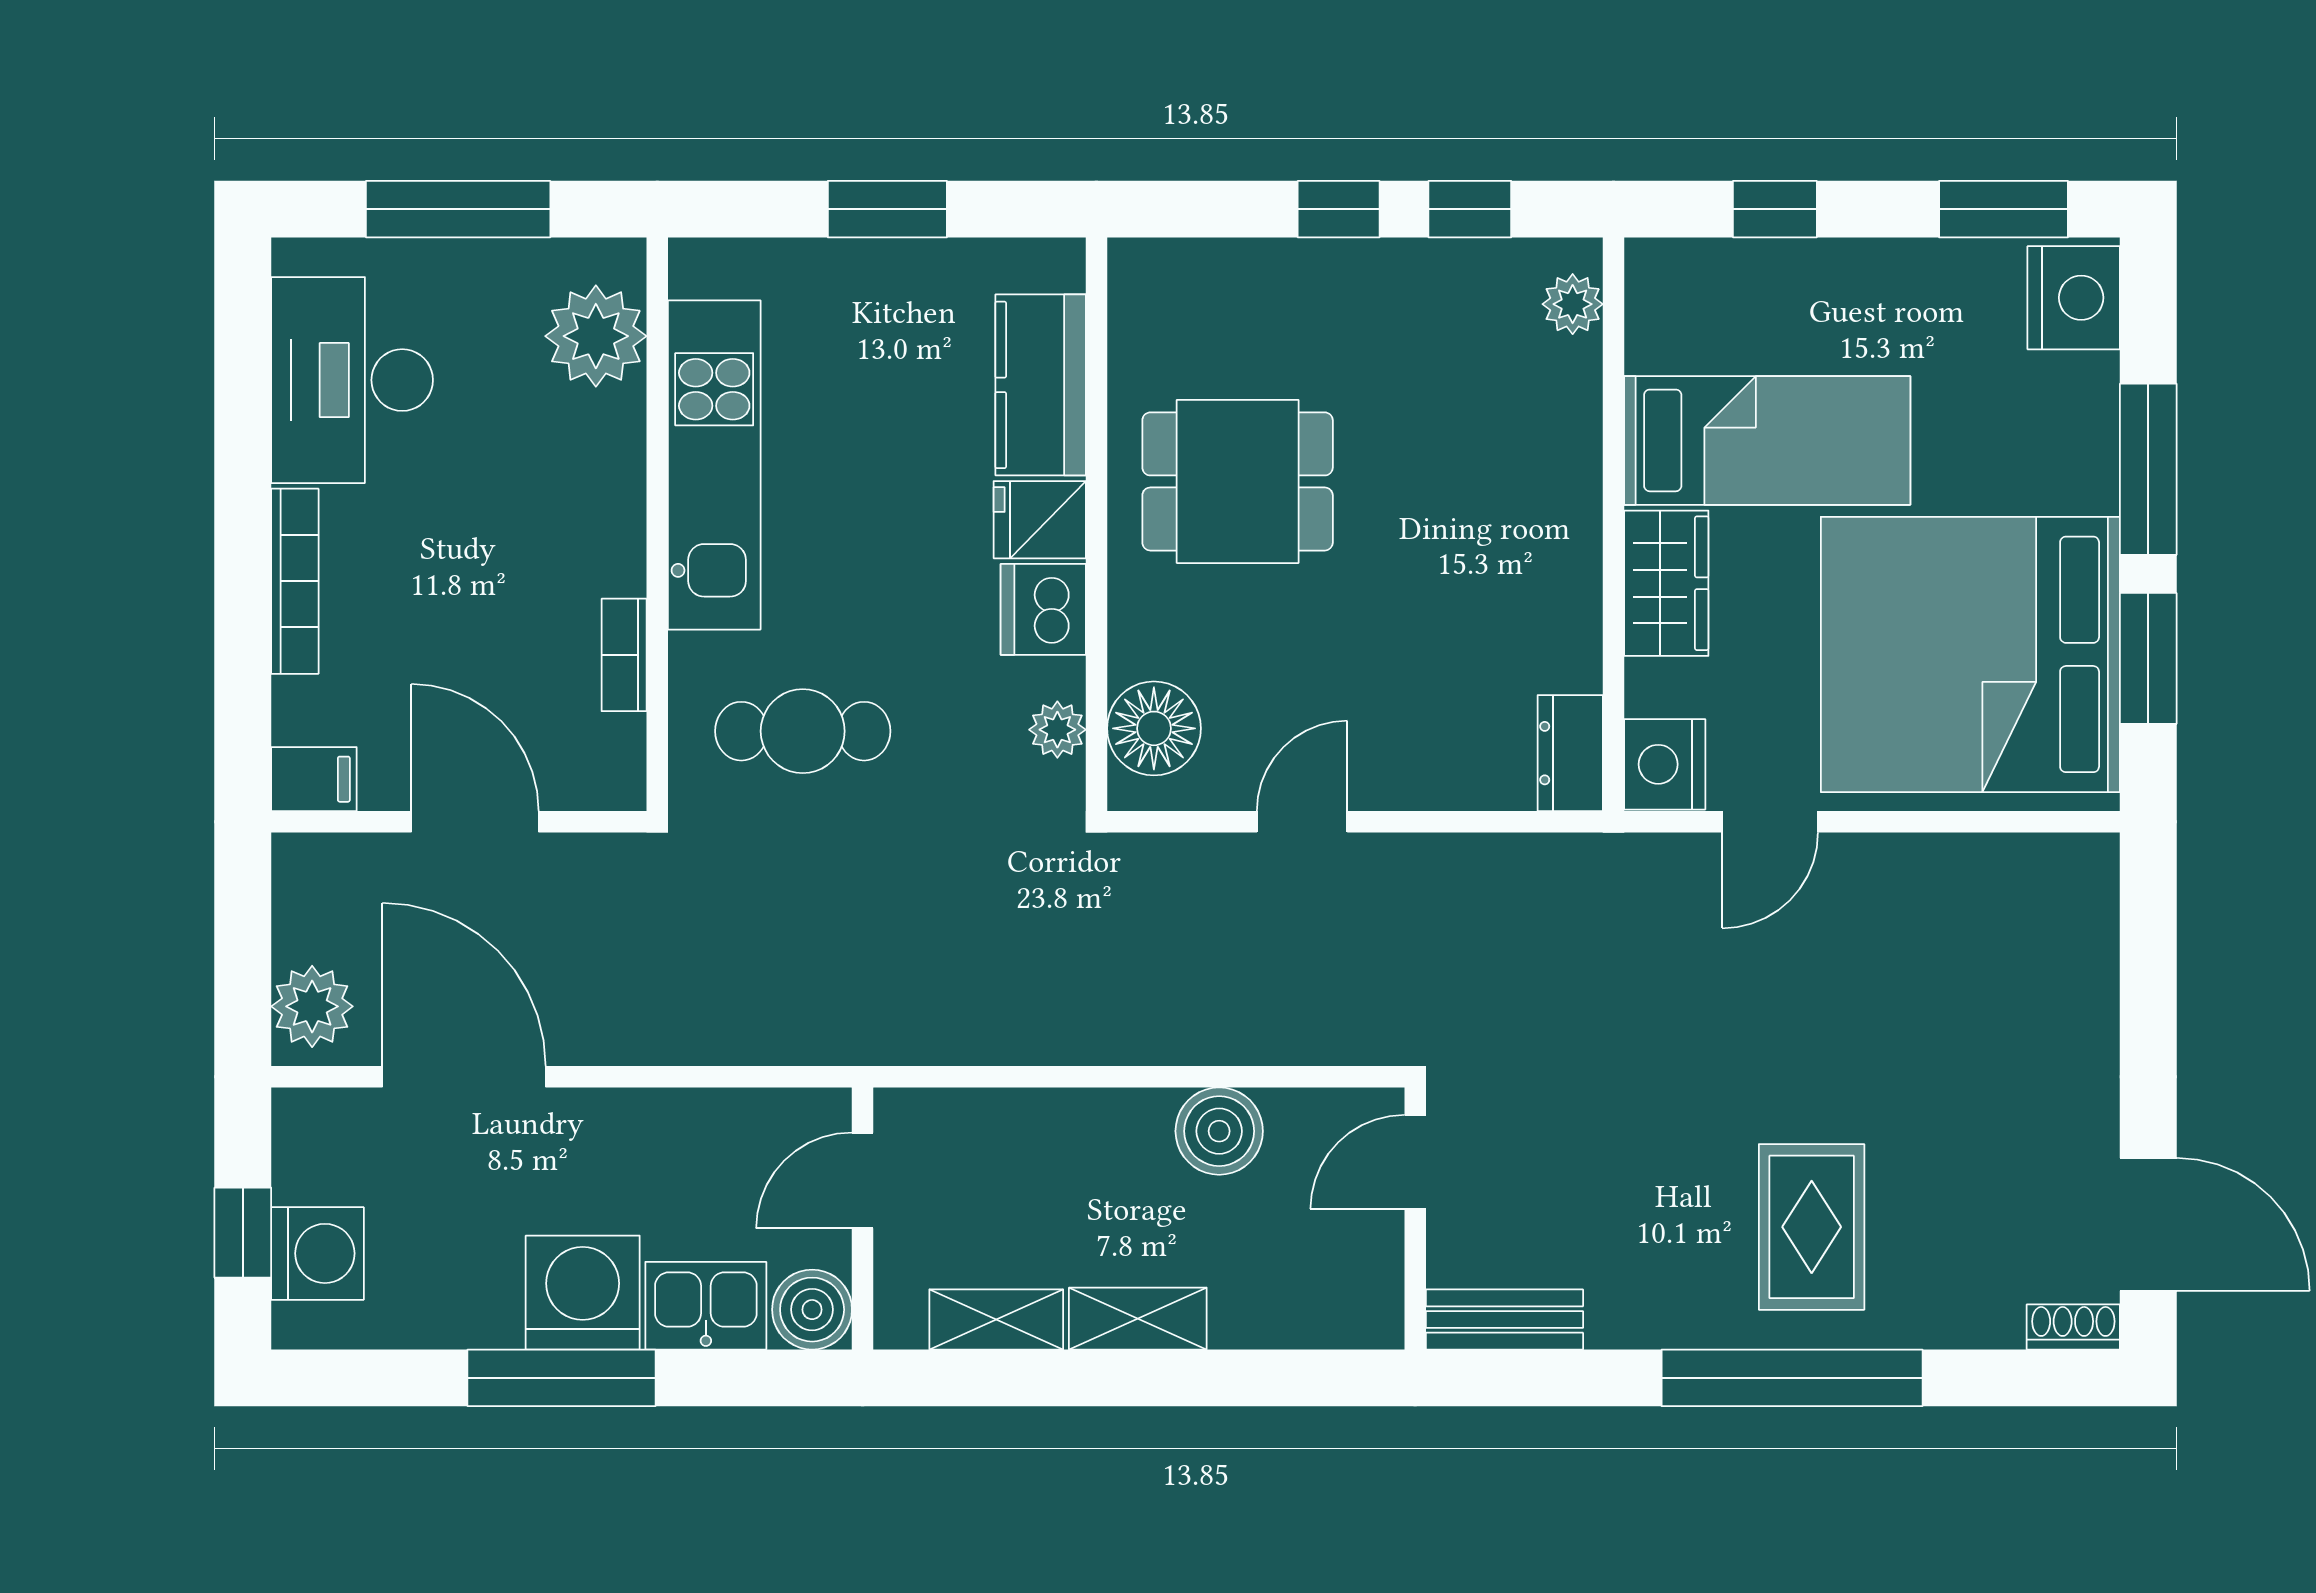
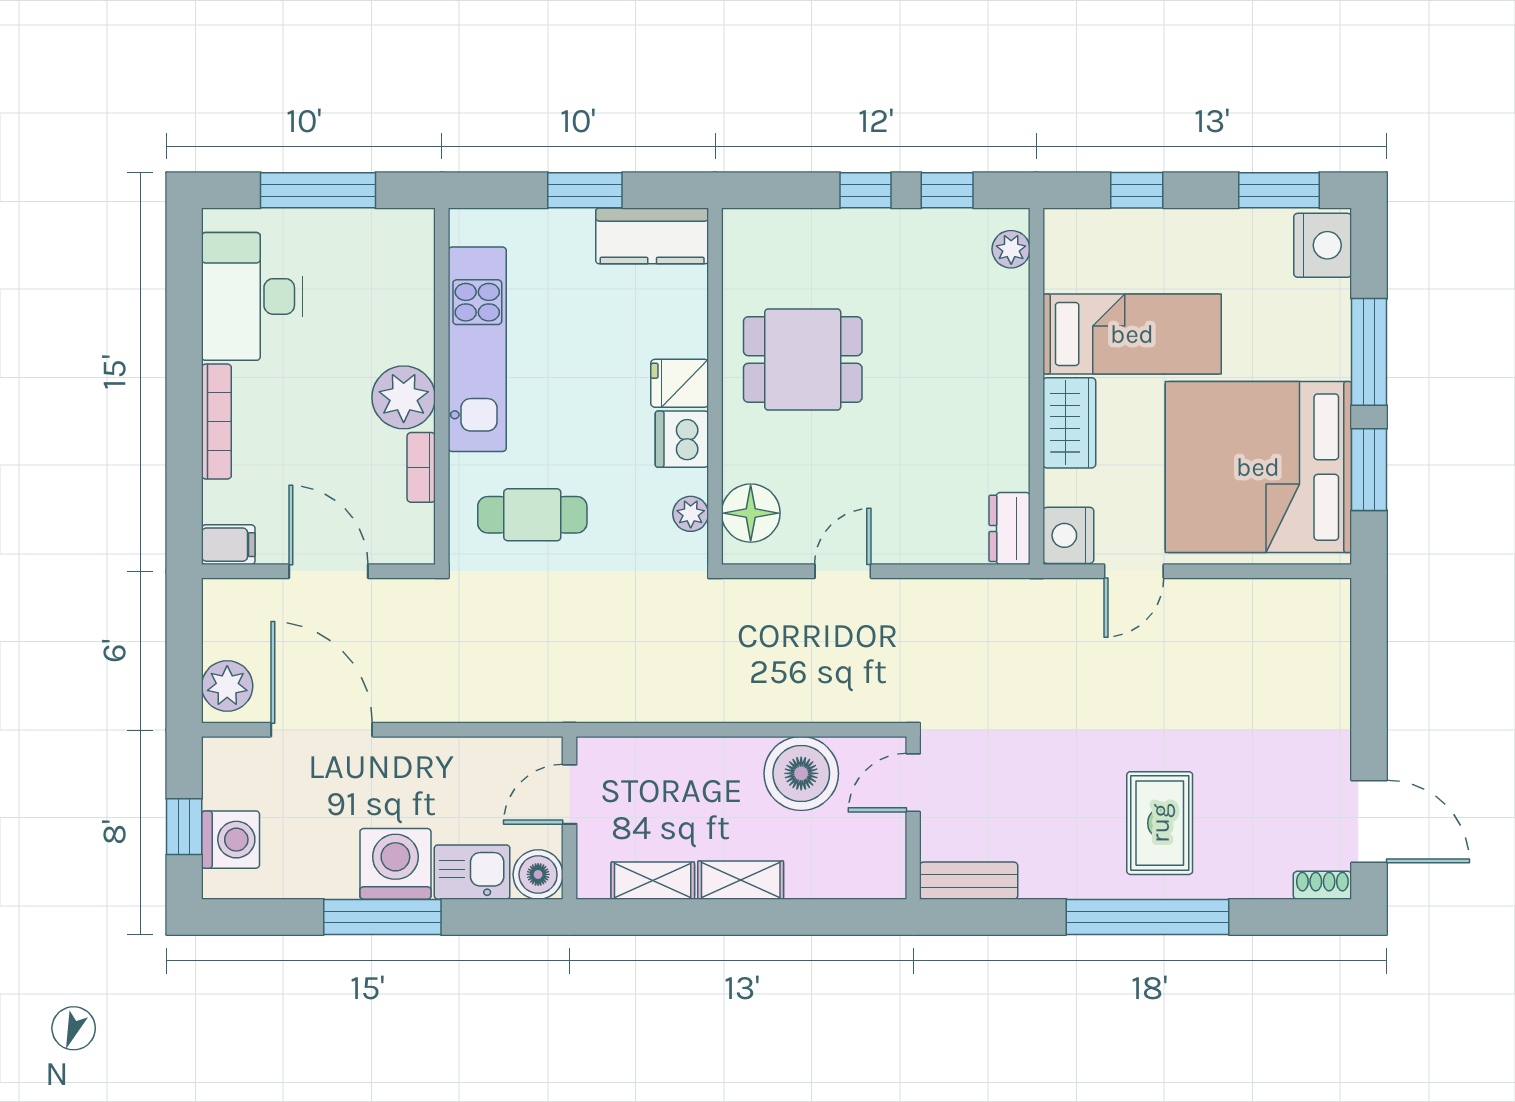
plant: (596, 336) -> (404, 397), moved
kitchen counter: (1041, 385) -> (652, 236), moved, turned -90
boiler: (1219, 1131) -> (801, 773), width x1.37, depth x1.37

